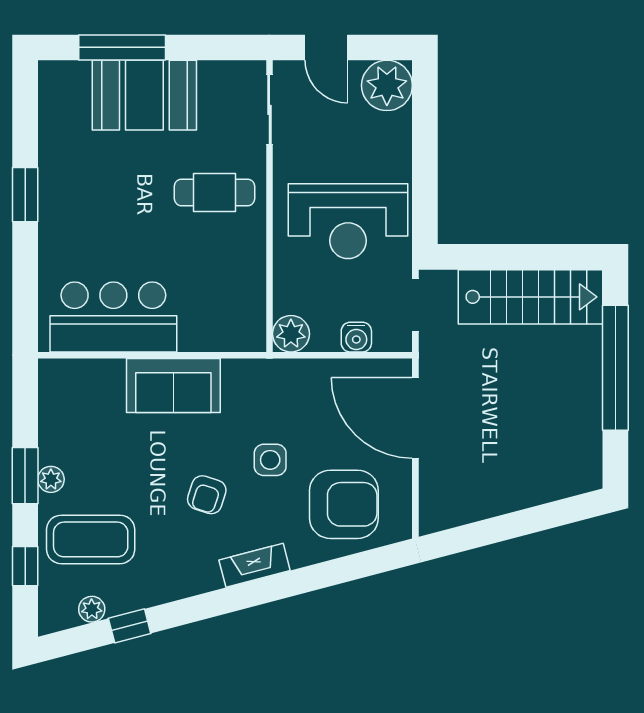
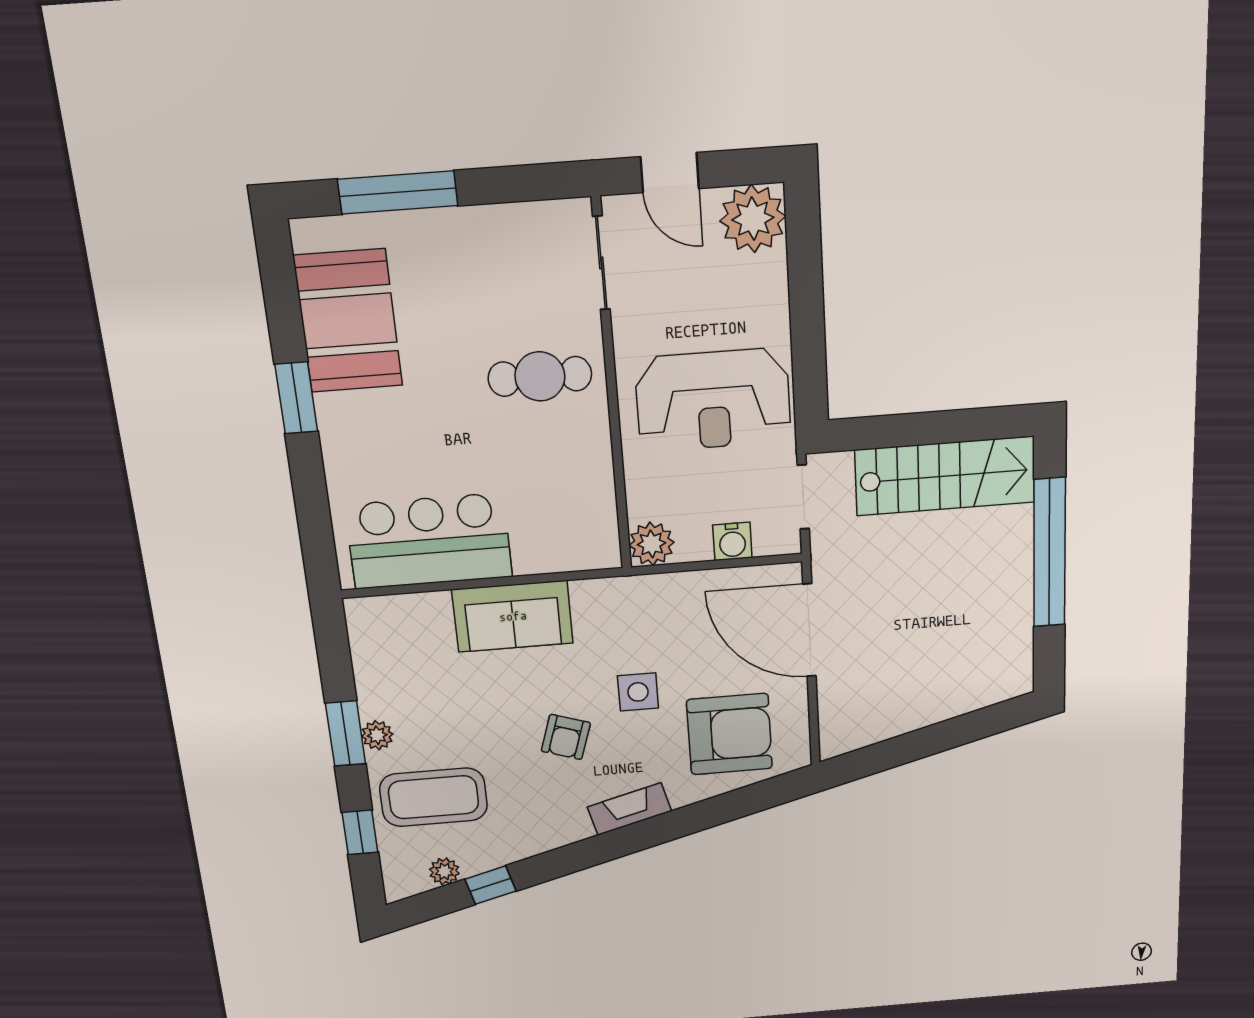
booth: (144, 95) -> (348, 321), moved, turned 90

